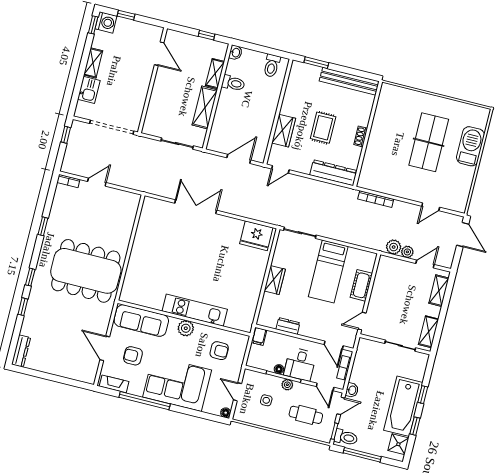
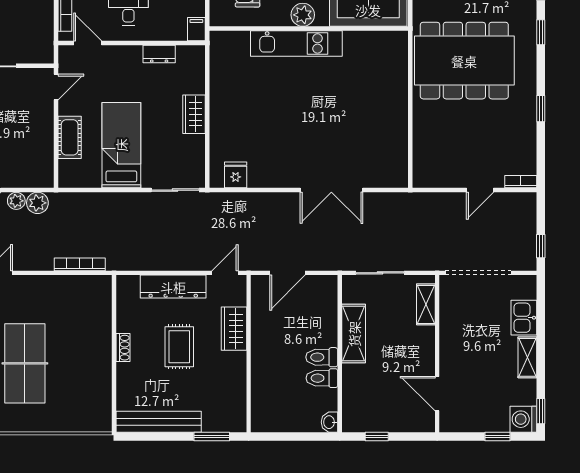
toilet: (272, 66) -> (322, 357), moved, turned -90
shelving: (215, 74) -> (426, 304), moved
dresser: (333, 173) -> (173, 287), moved
fridge: (256, 236) -> (236, 175), width x0.53, depth x0.75

